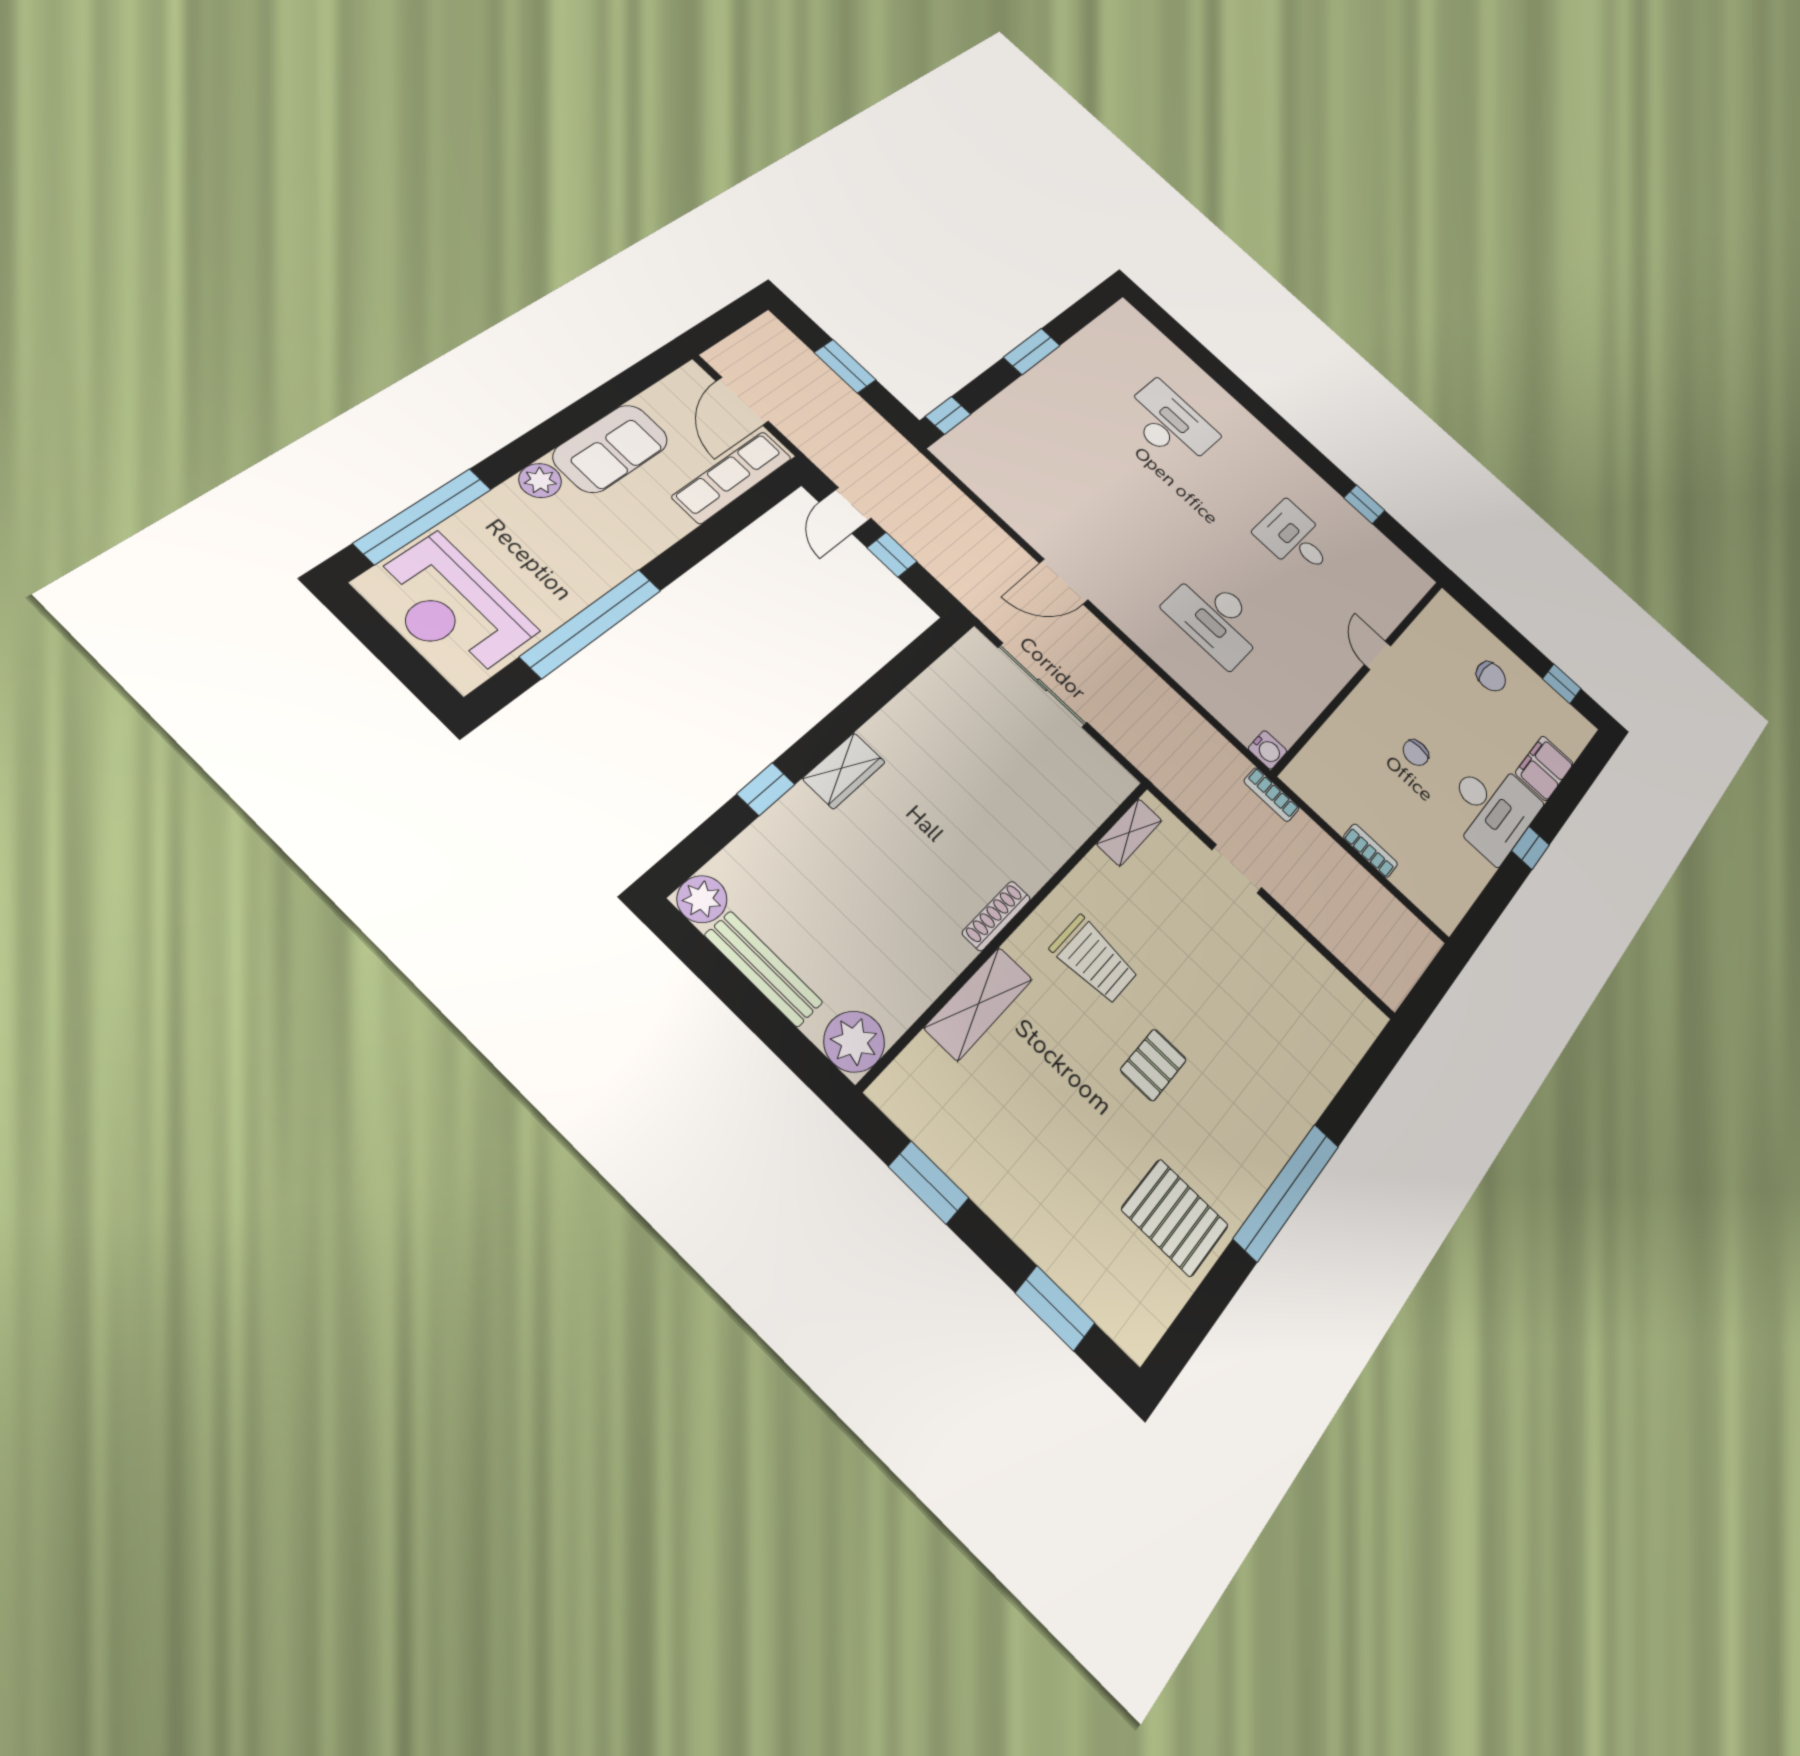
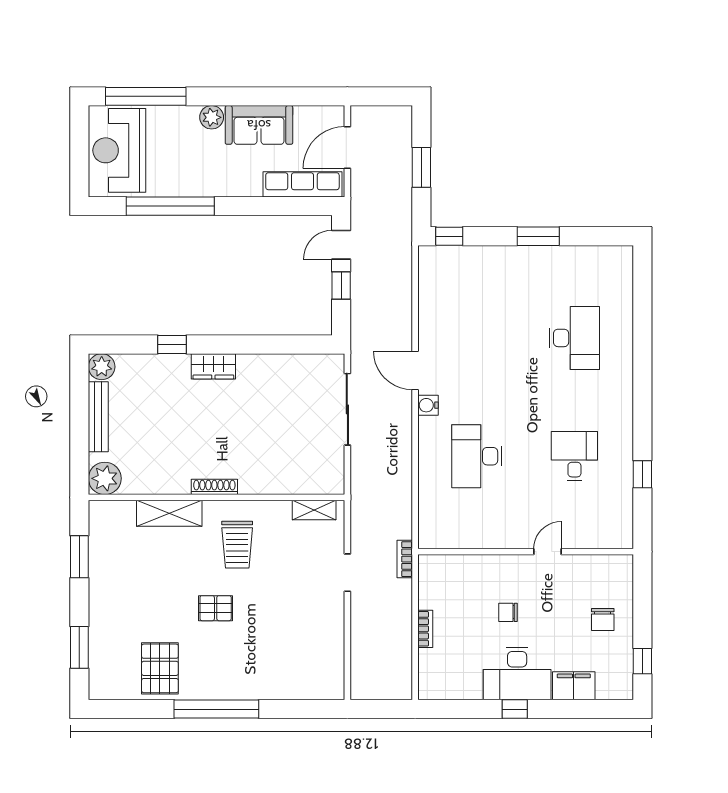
water cooler: (1268, 750) -> (428, 405), moved, turned 90

